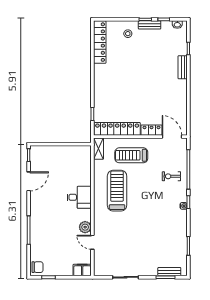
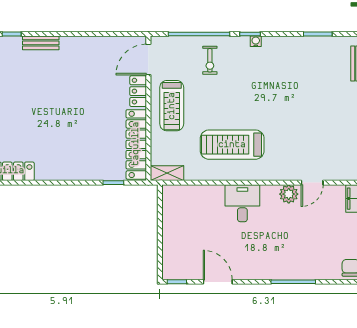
treadmill: (131, 155) -> (172, 106), moved

